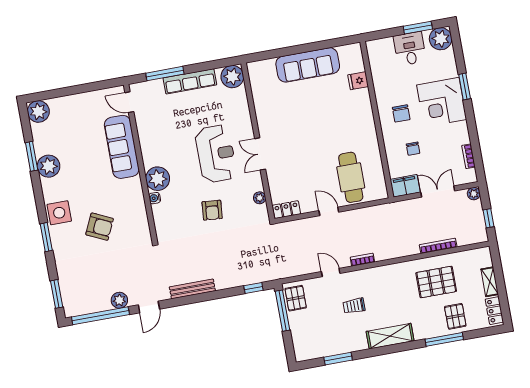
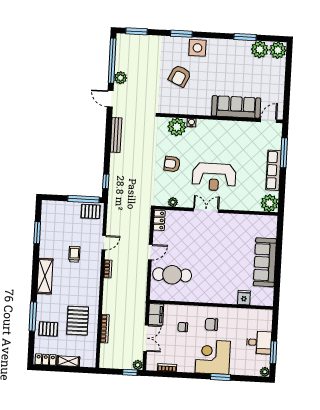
plant: (441, 39) -> (265, 372), width x0.53, depth x0.53
plant: (49, 166) -> (260, 49), moved
plant: (158, 179) -> (177, 127), moved
window: (488, 218) -> (130, 372), moved

